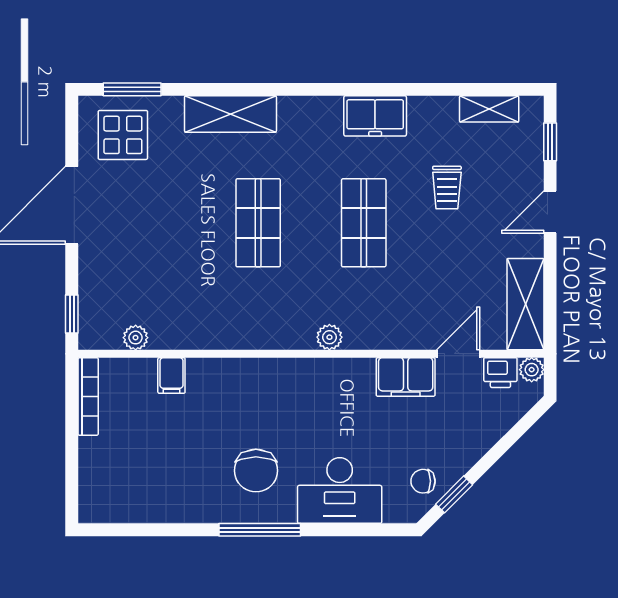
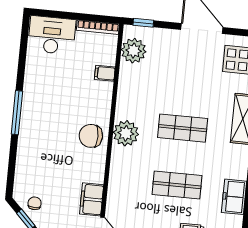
plant: (329, 337) -> (126, 133), moved, width x1.88, depth x1.88
plant: (136, 338) -> (134, 51), width x1.87, depth x1.87
chair: (256, 471) -> (91, 136), moved
desk: (340, 491) -> (52, 35), moved, turned 90

